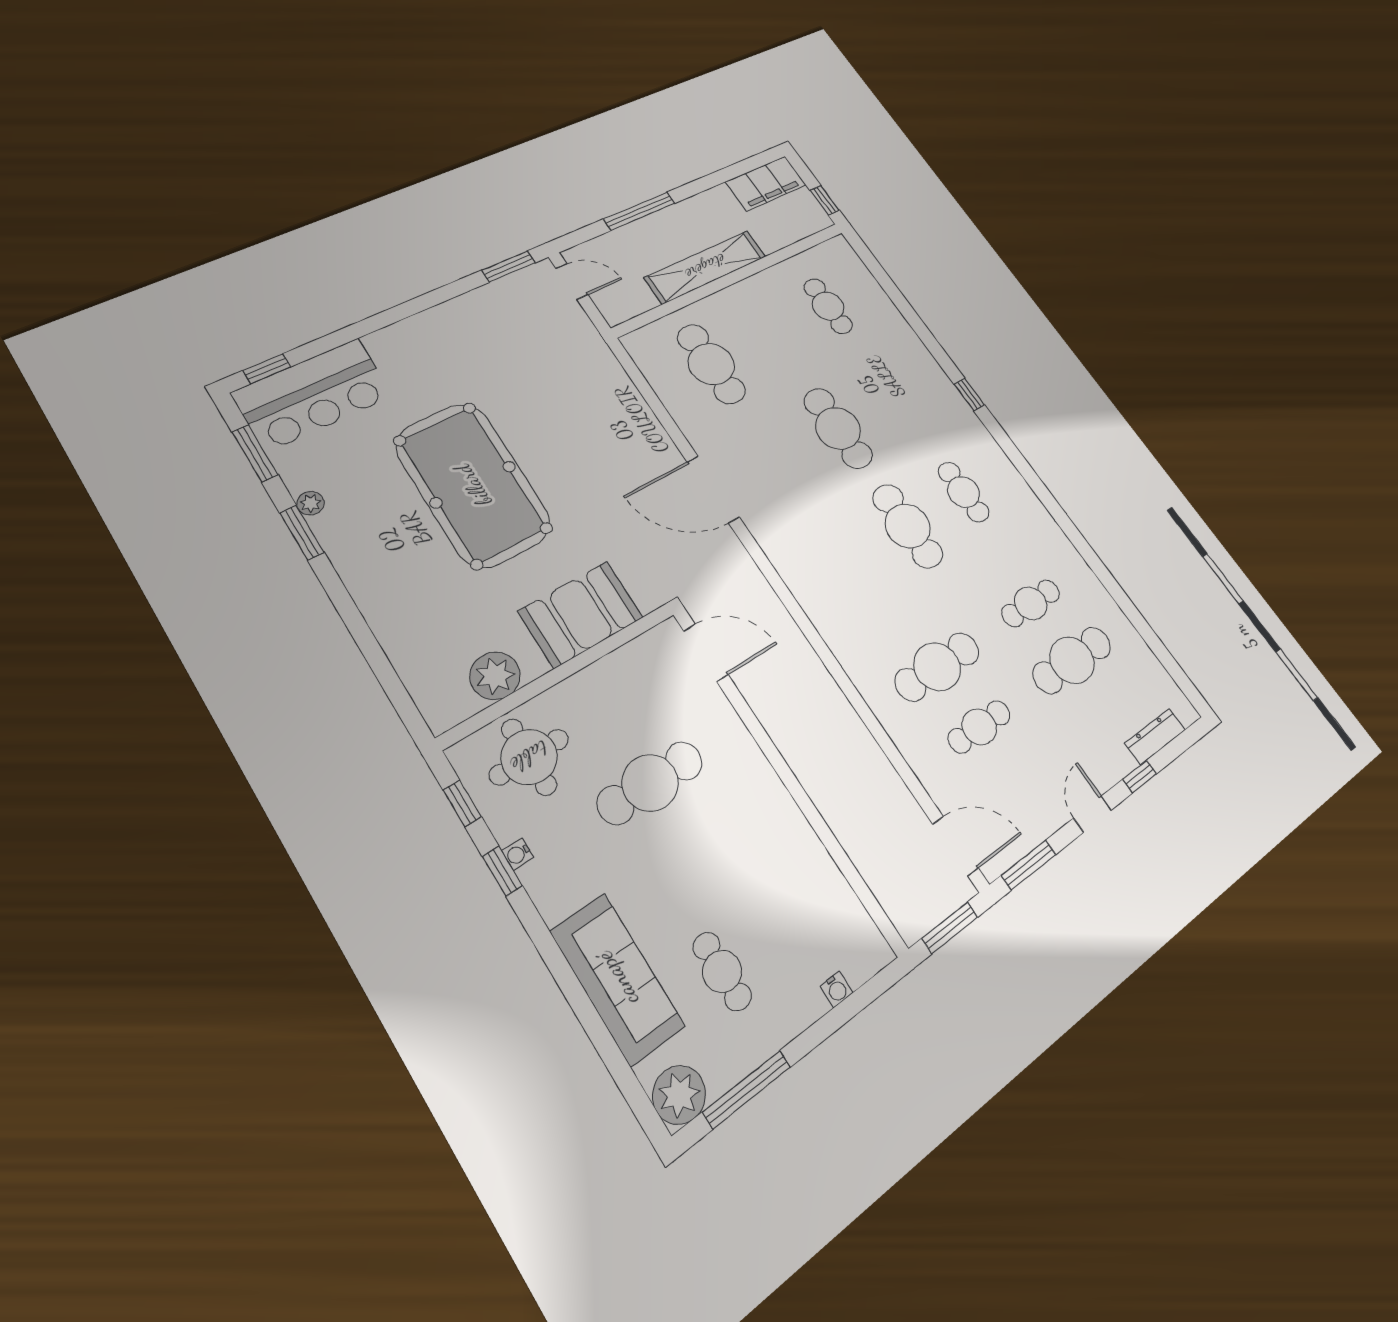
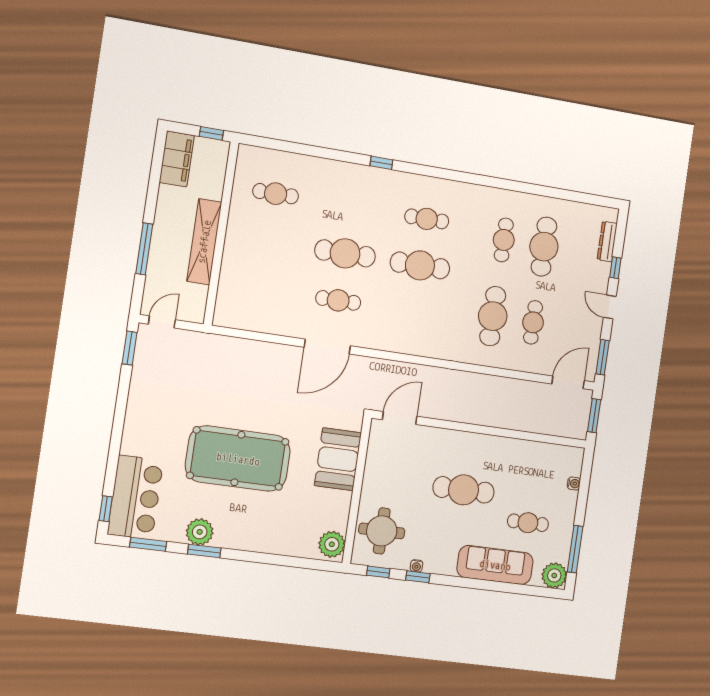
cafe table: (711, 364) -> (338, 300), moved, width x0.73, depth x0.74
plant: (311, 503) -> (200, 532), width x1.88, depth x1.88
plant: (495, 676) -> (332, 544), moved
cafe table: (650, 783) -> (464, 490), moved, turned 90

